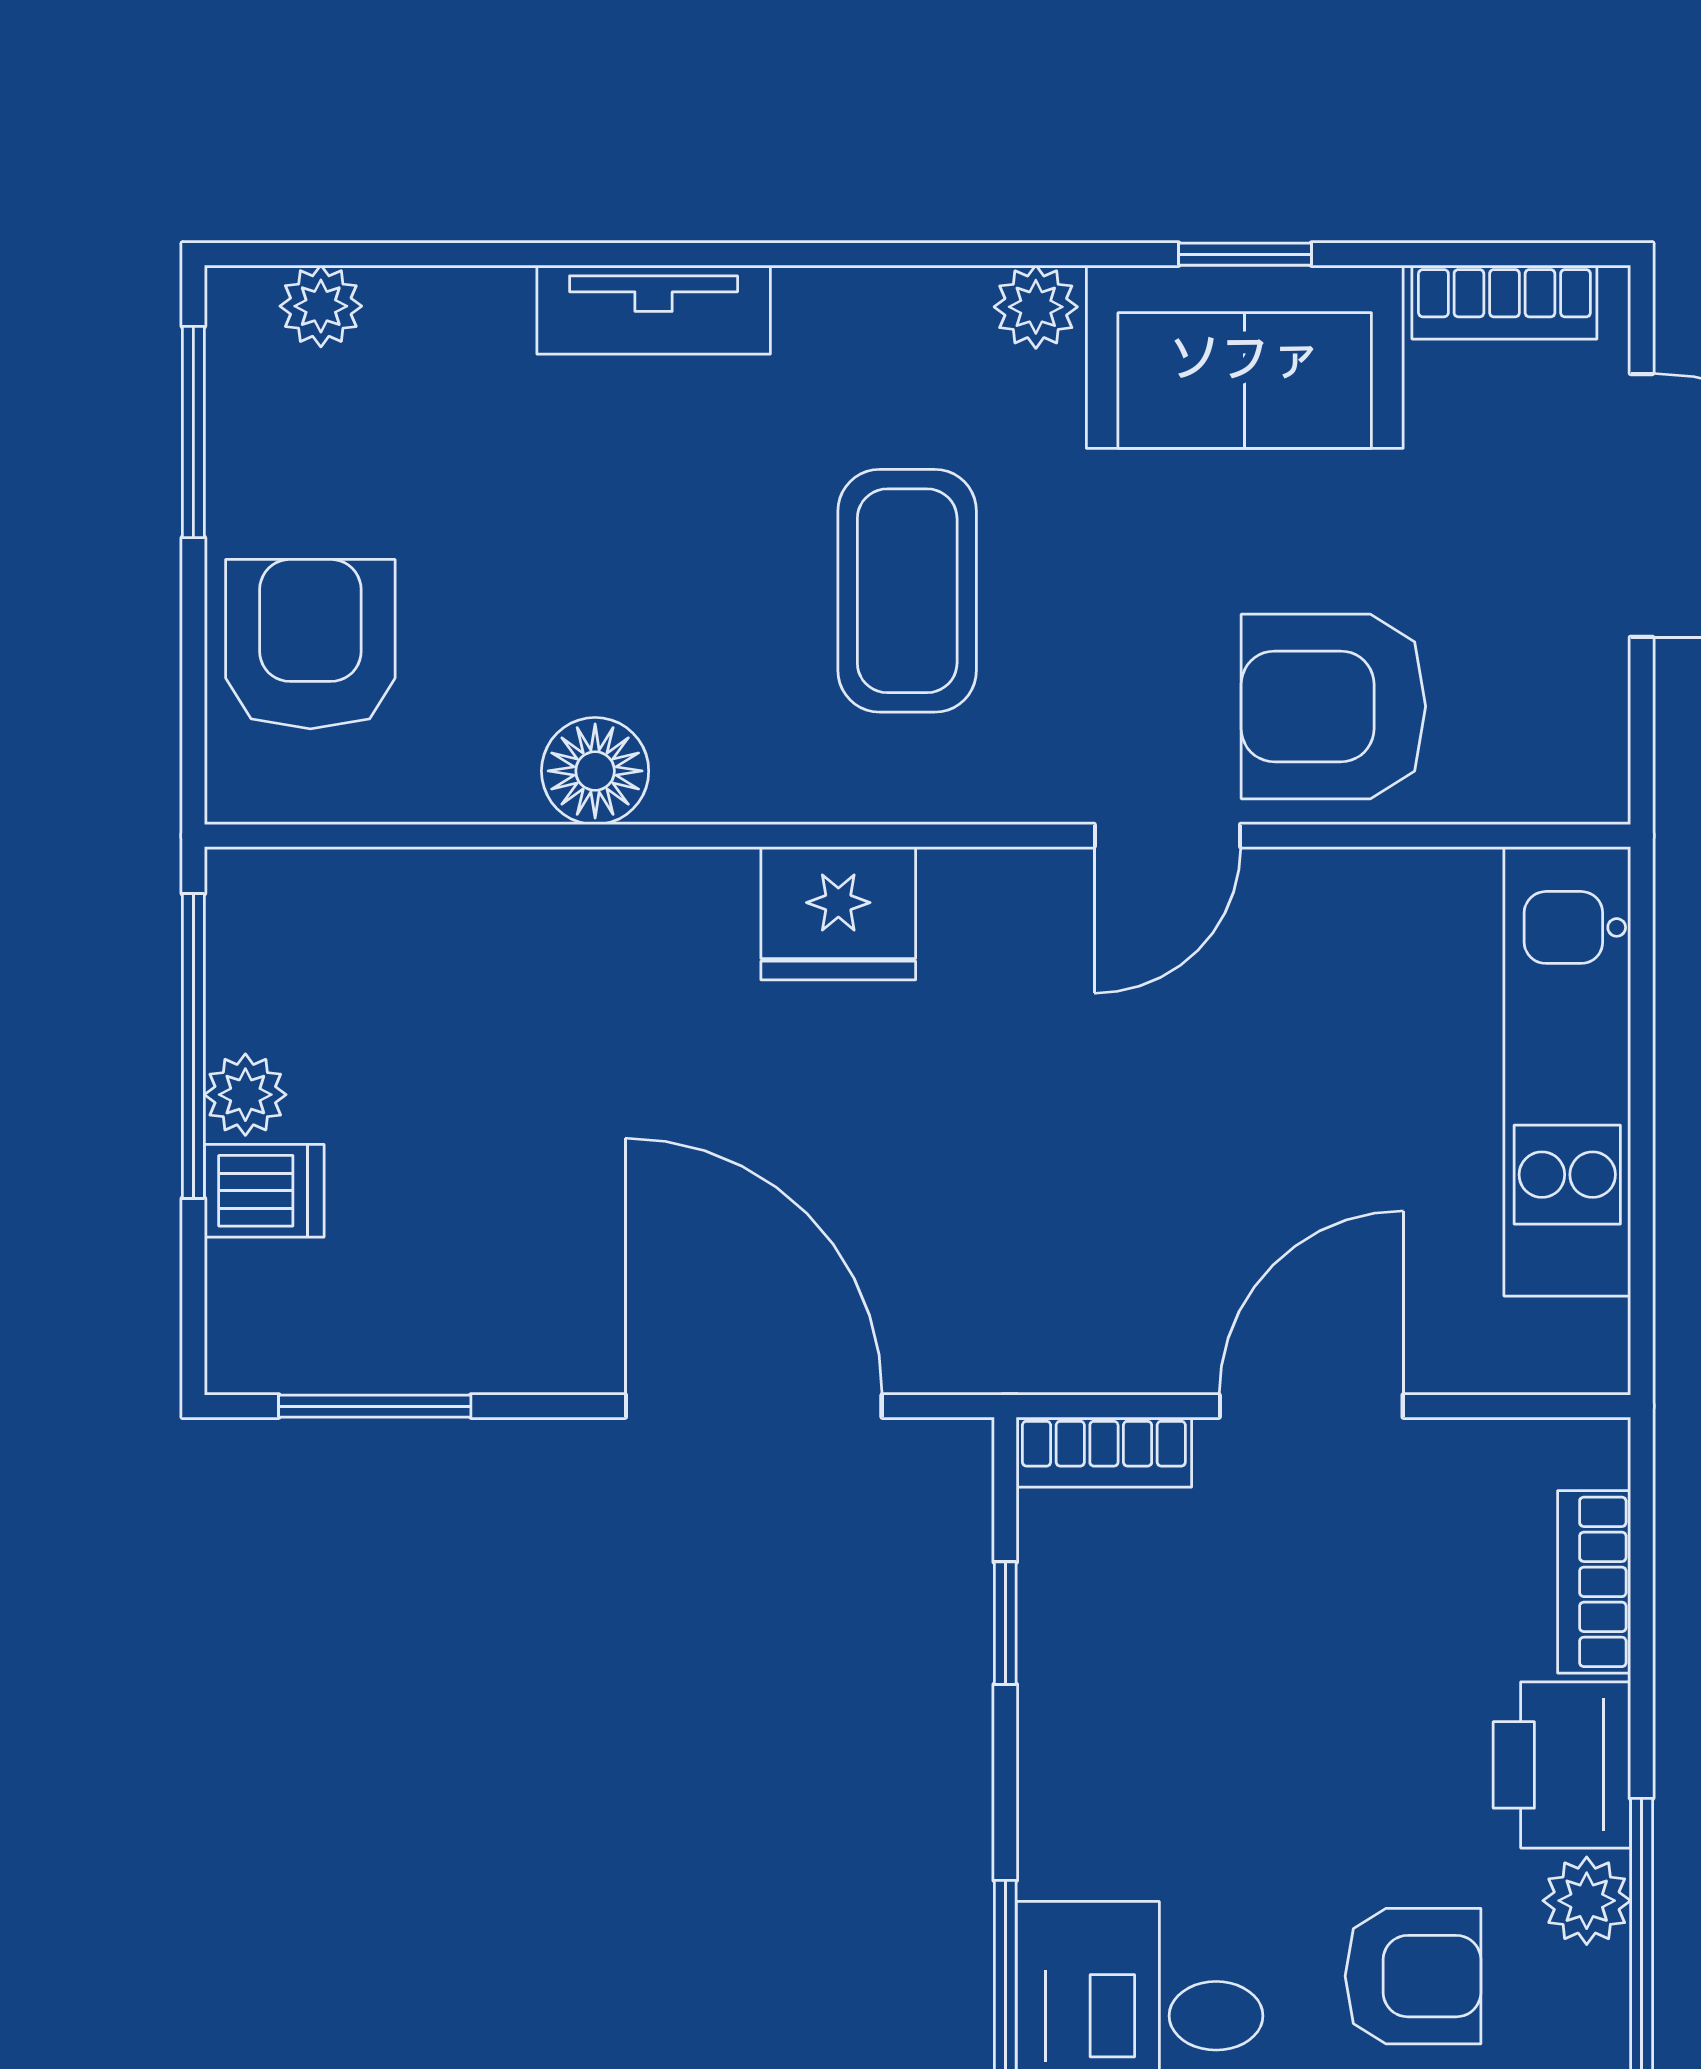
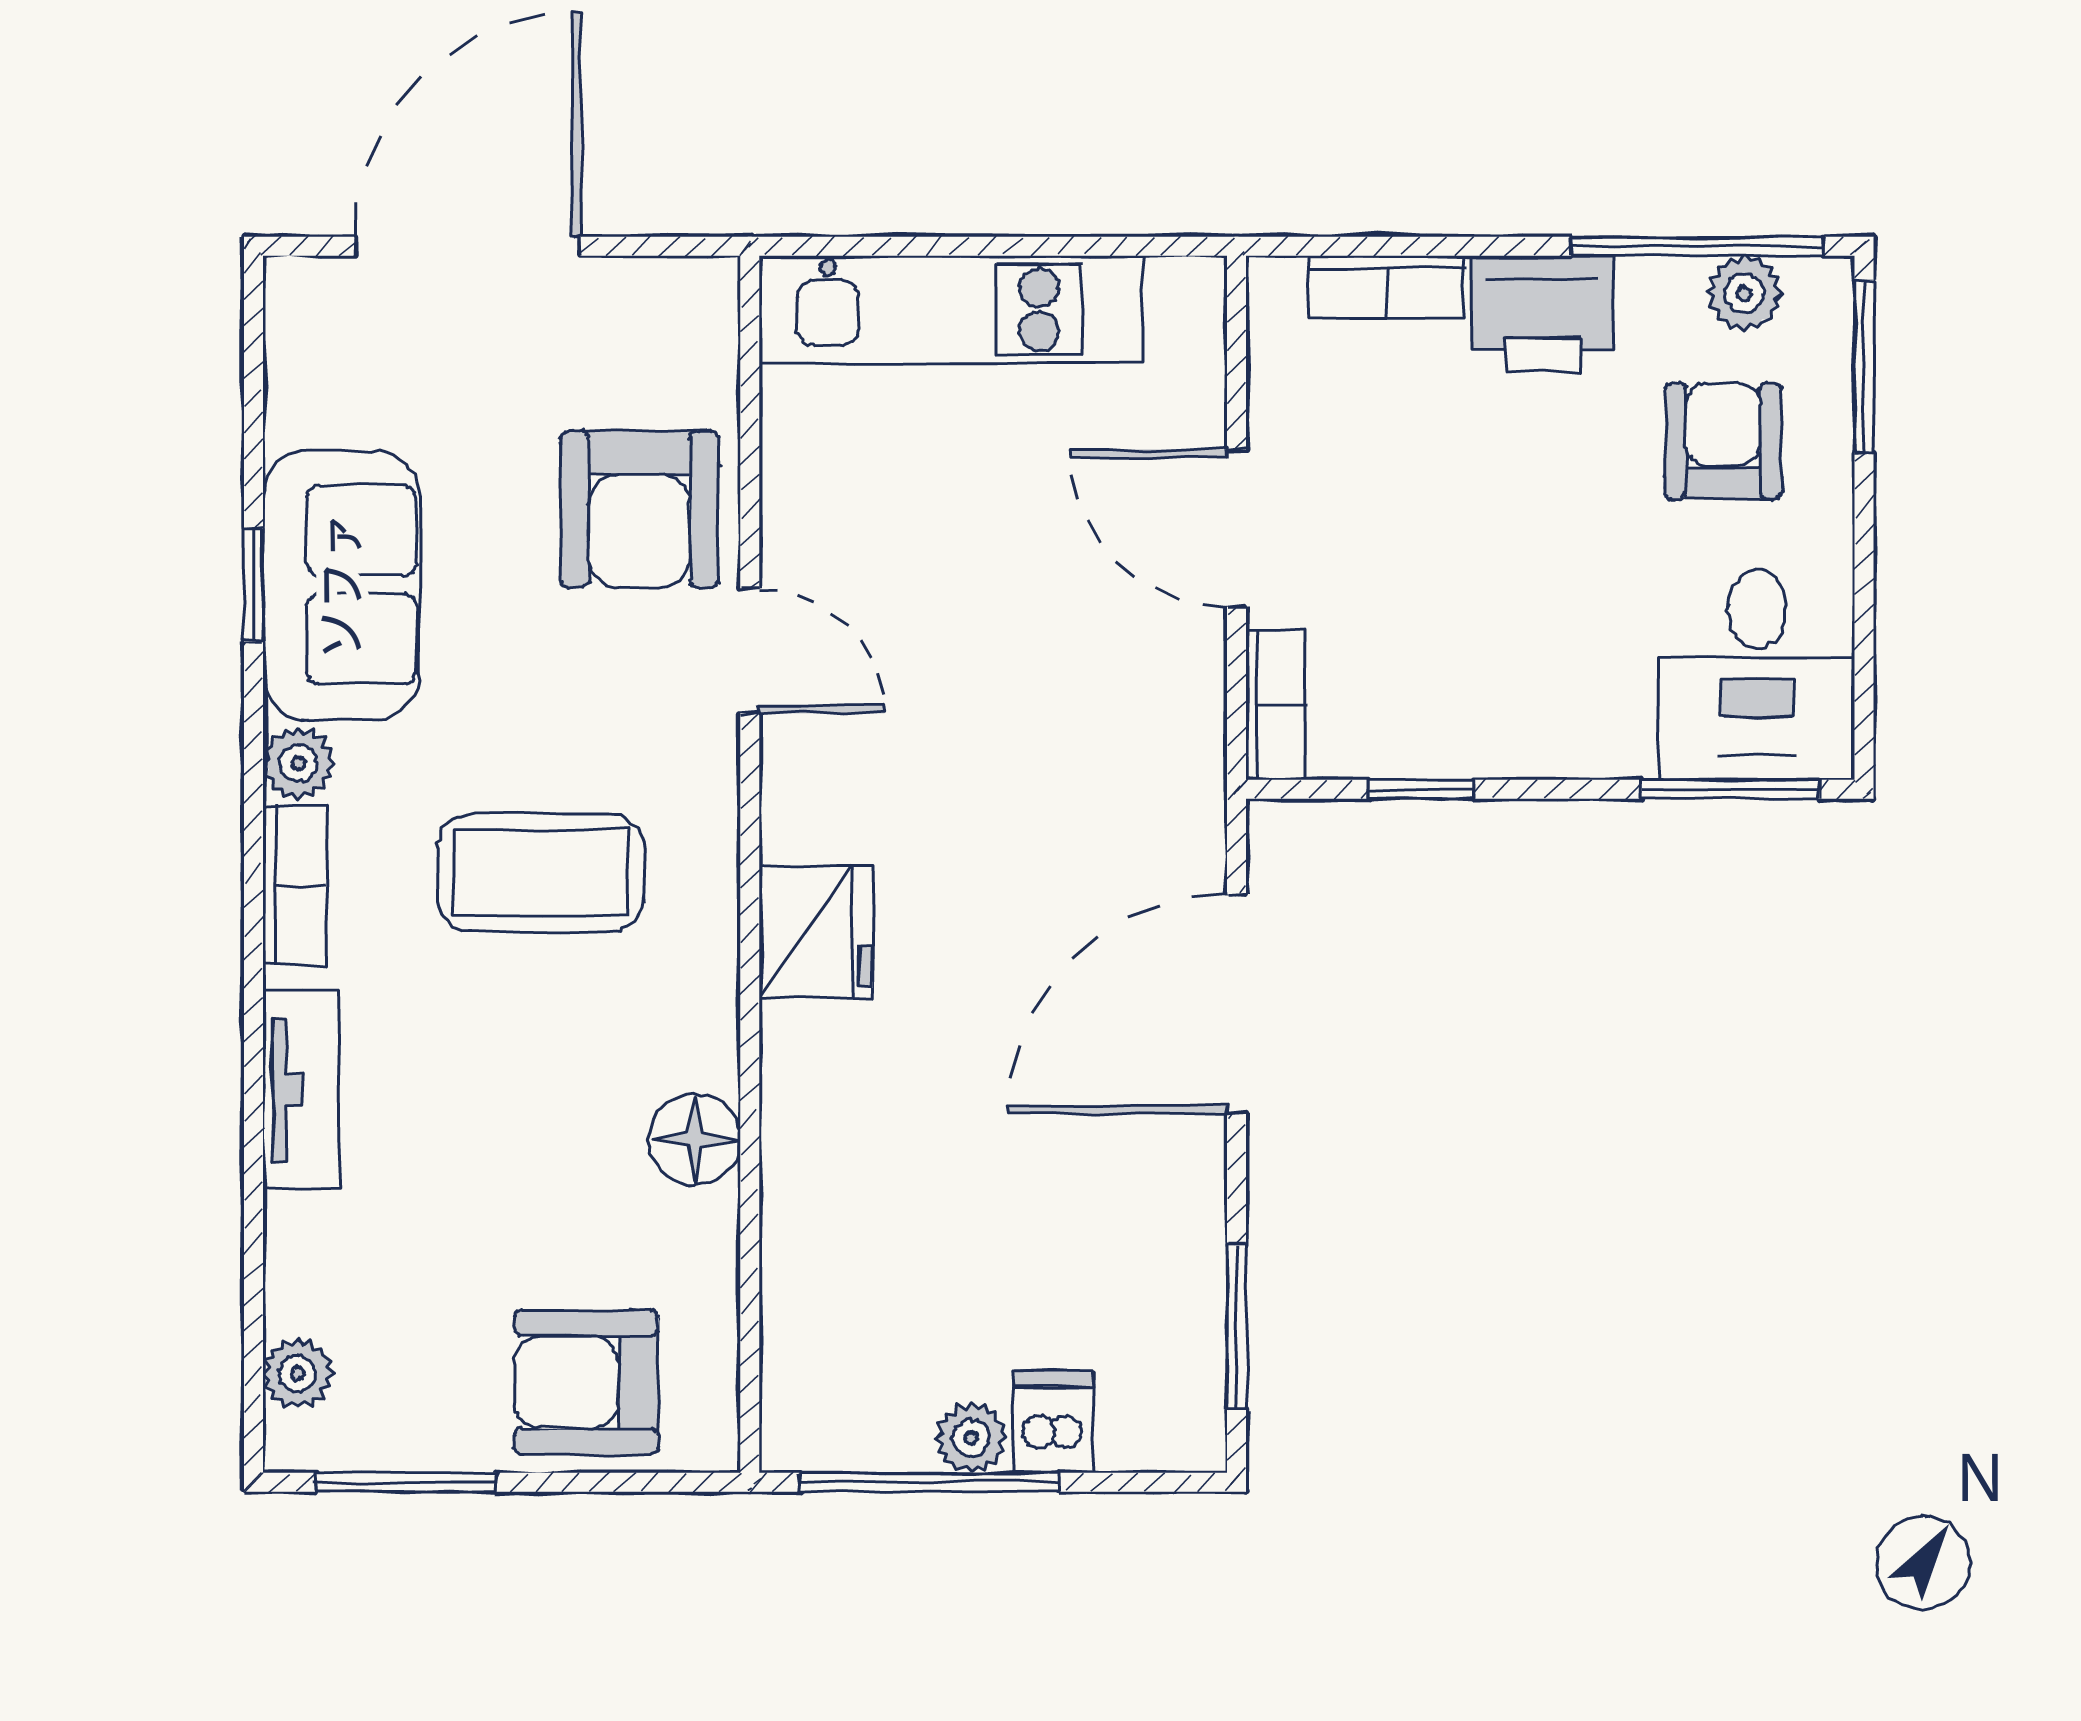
bookcase: (1504, 302) -> (294, 885), moved
plant: (1587, 1901) -> (1744, 293), moved

